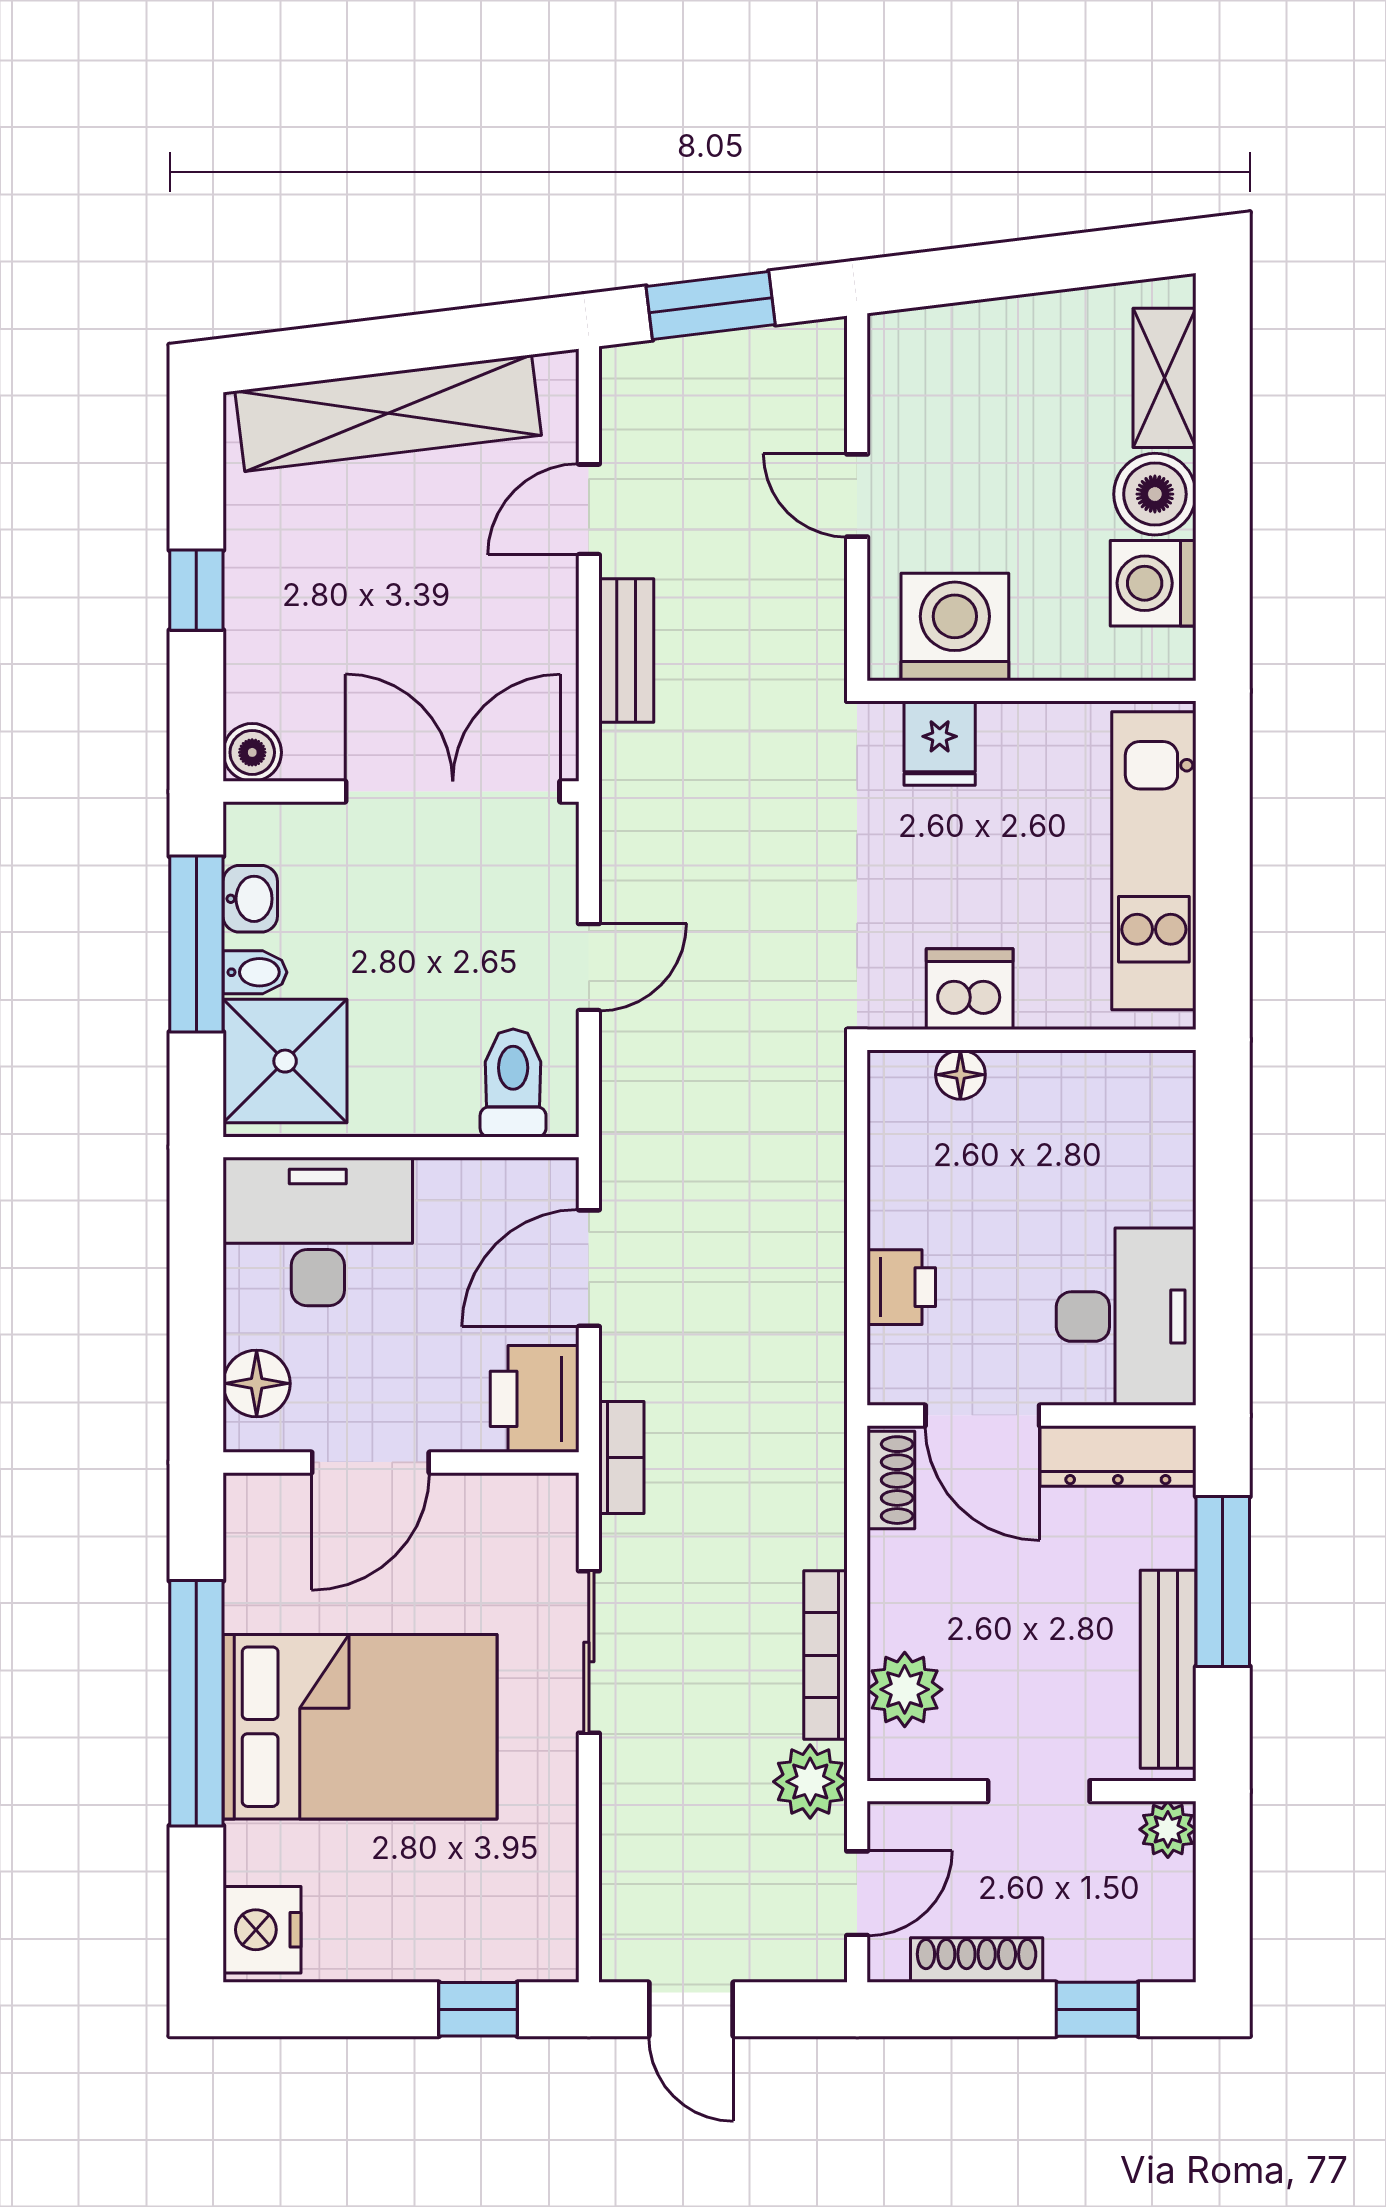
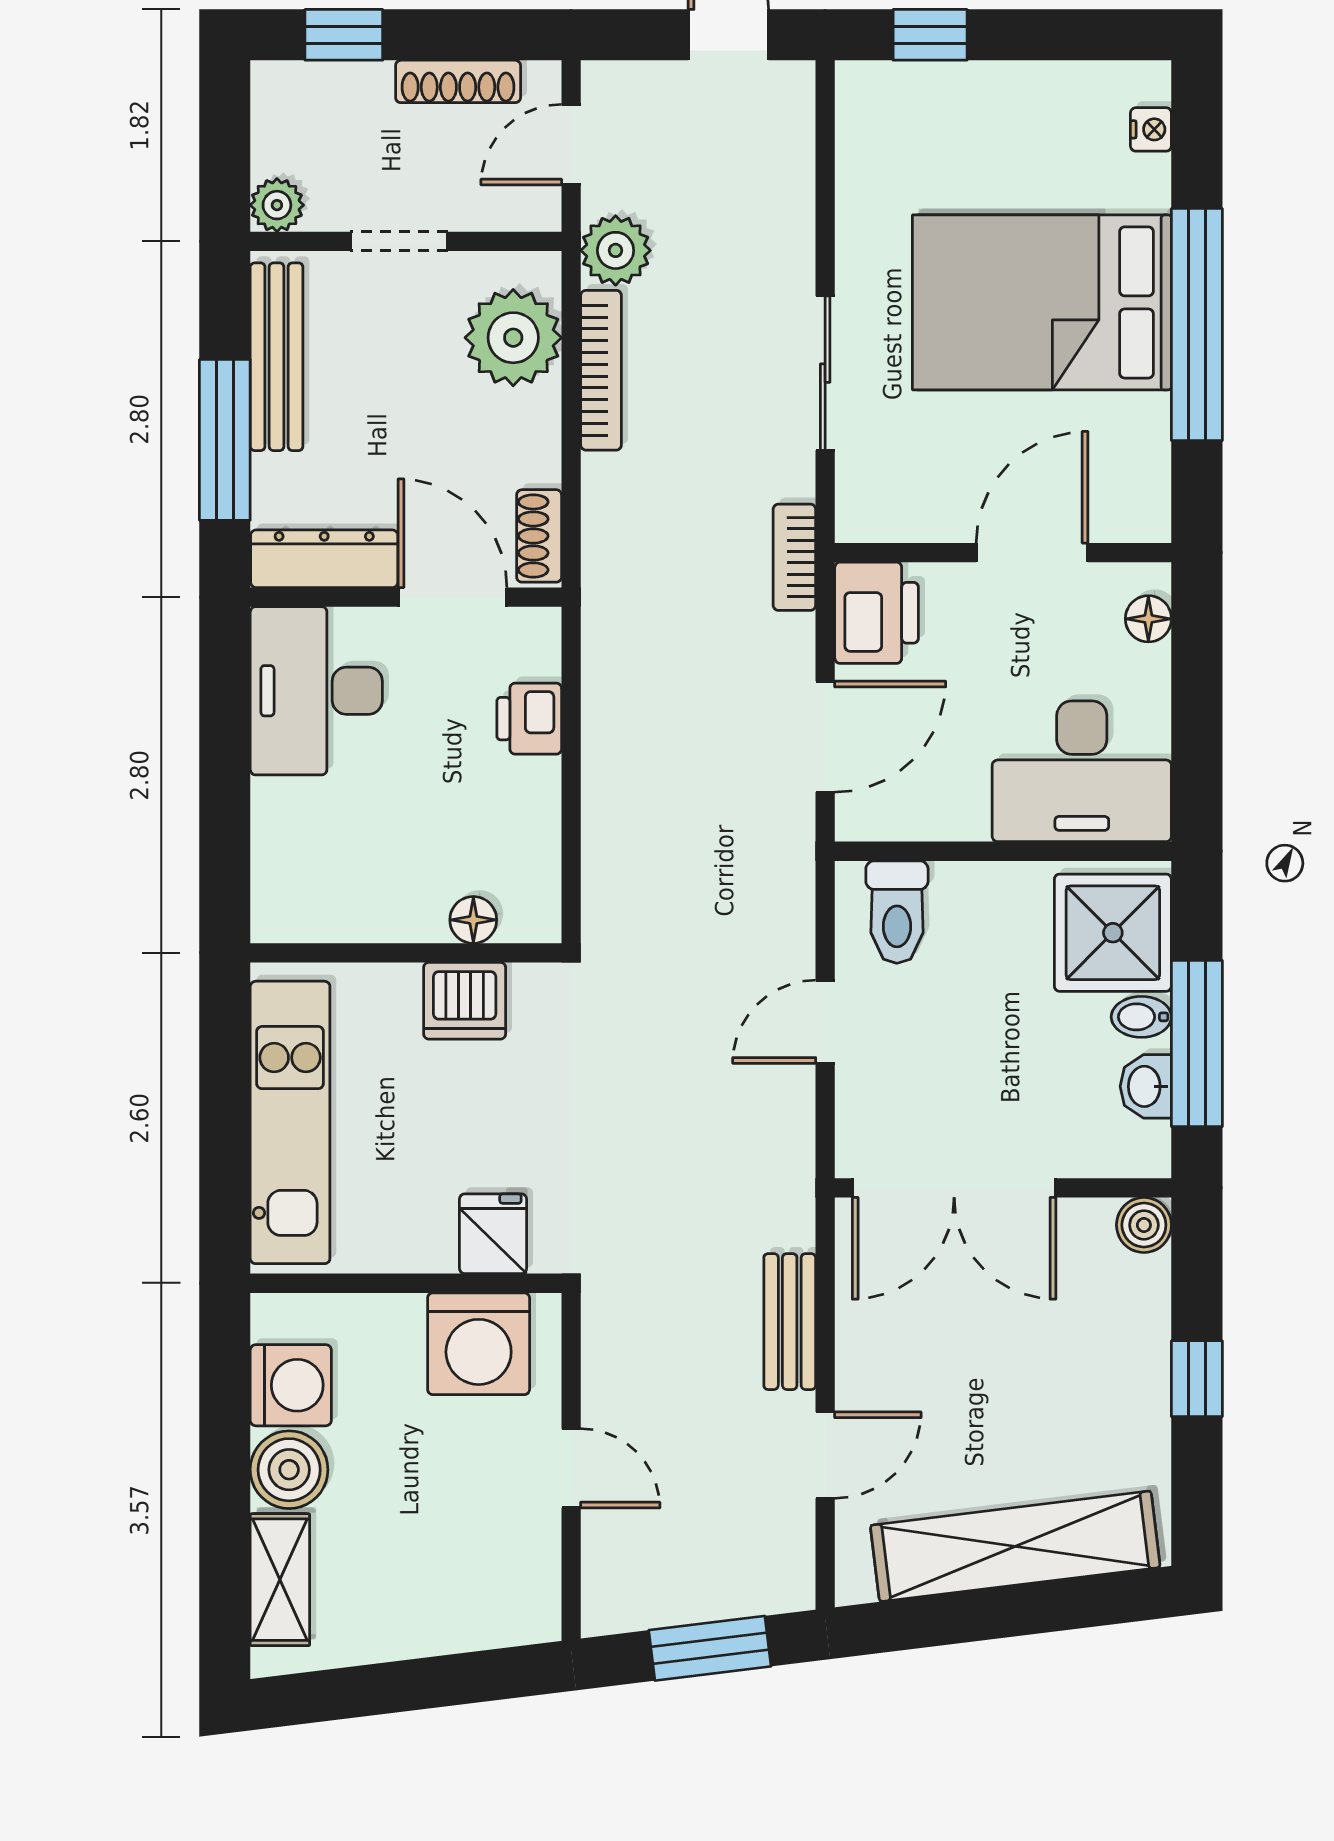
floor lamp: (257, 1383) -> (1148, 619), width x0.73, depth x0.73
plant: (905, 1689) -> (513, 338), width x1.36, depth x1.36
nightstand: (262, 1930) -> (1151, 129), width x0.53, depth x0.56

